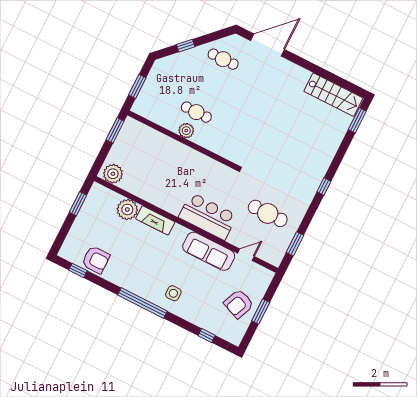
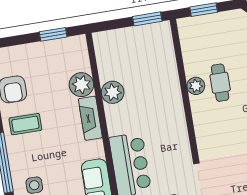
plant: (113, 174) -> (113, 92), moved
coffee table: (126, 269) -> (25, 124), added

